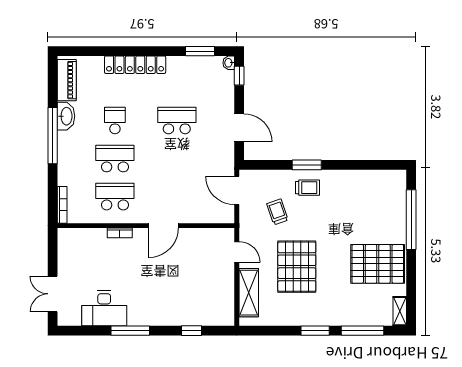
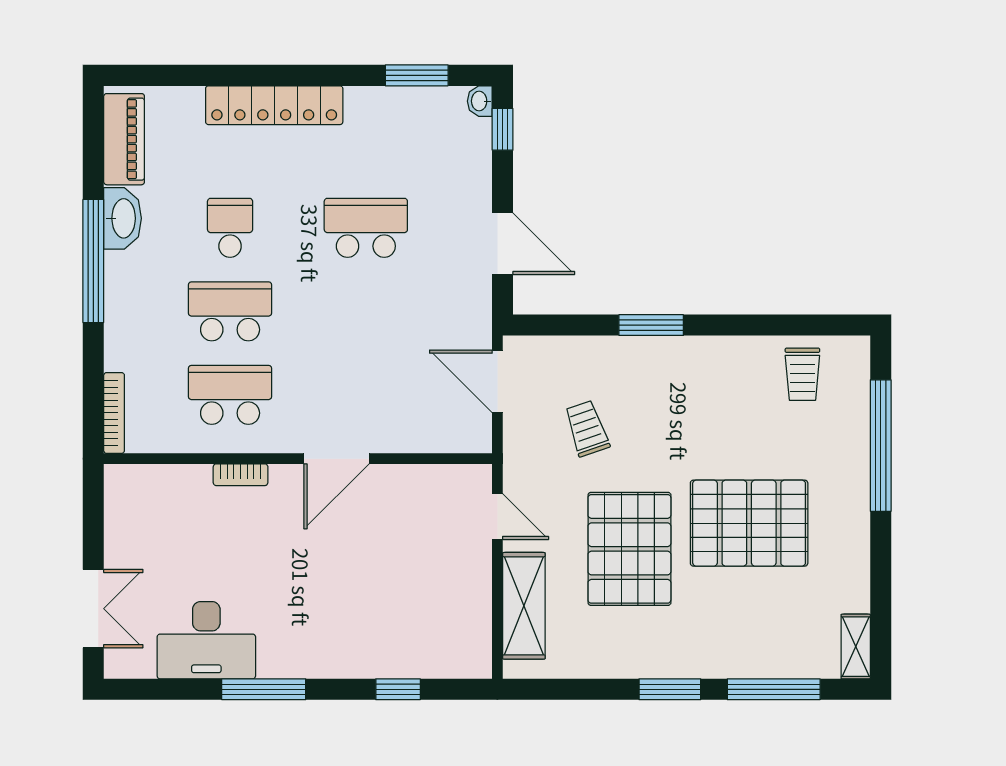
trolley: (308, 188) -> (802, 374), moved, turned 90
pallet: (378, 264) -> (749, 523), moved
double door: (53, 294) -> (93, 609), swing flipped

